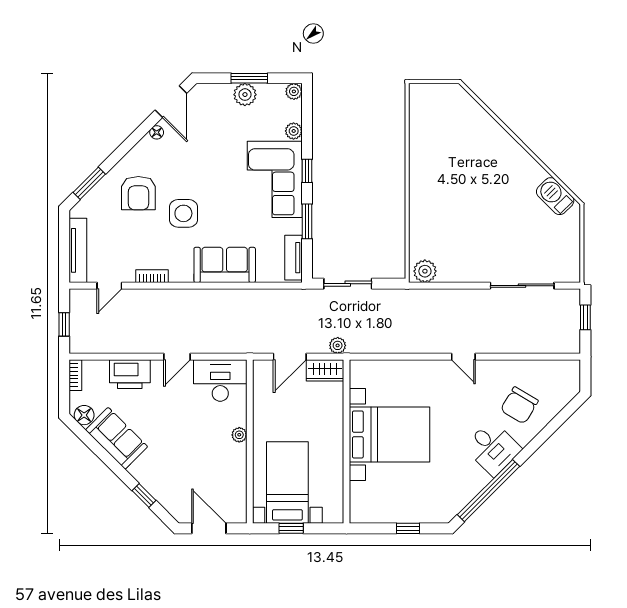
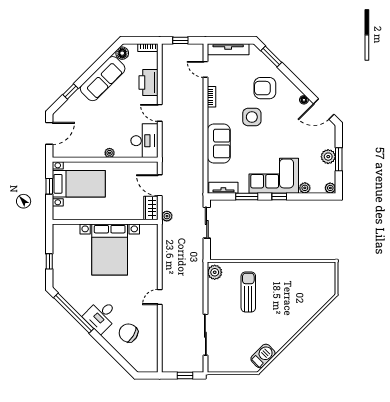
sun lounger: (456, 219) -> (248, 292), added
sofa: (117, 438) -> (103, 79), width x1.36

